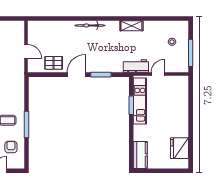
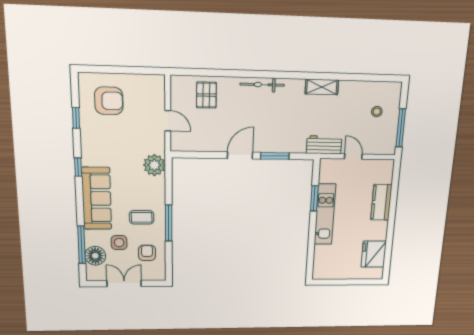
pallet: (54, 63) -> (206, 95), moved, turned 90
door: (158, 74) -> (353, 157), hinge flipped
plant: (17, 82) -> (154, 165), added
kitchen unit: (140, 101) -> (325, 214), moved
kitchen counter: (140, 155) -> (381, 202), moved, turned 180

